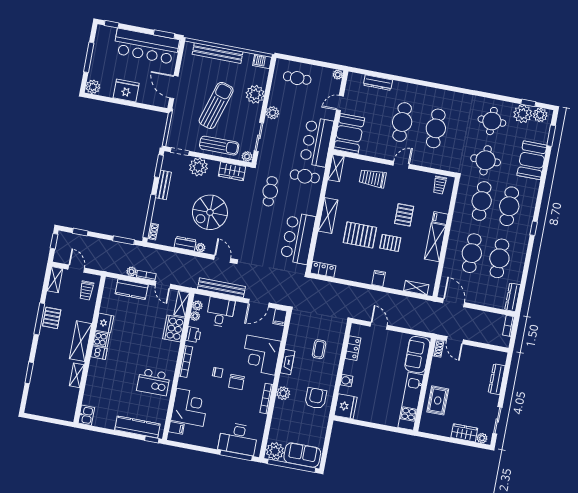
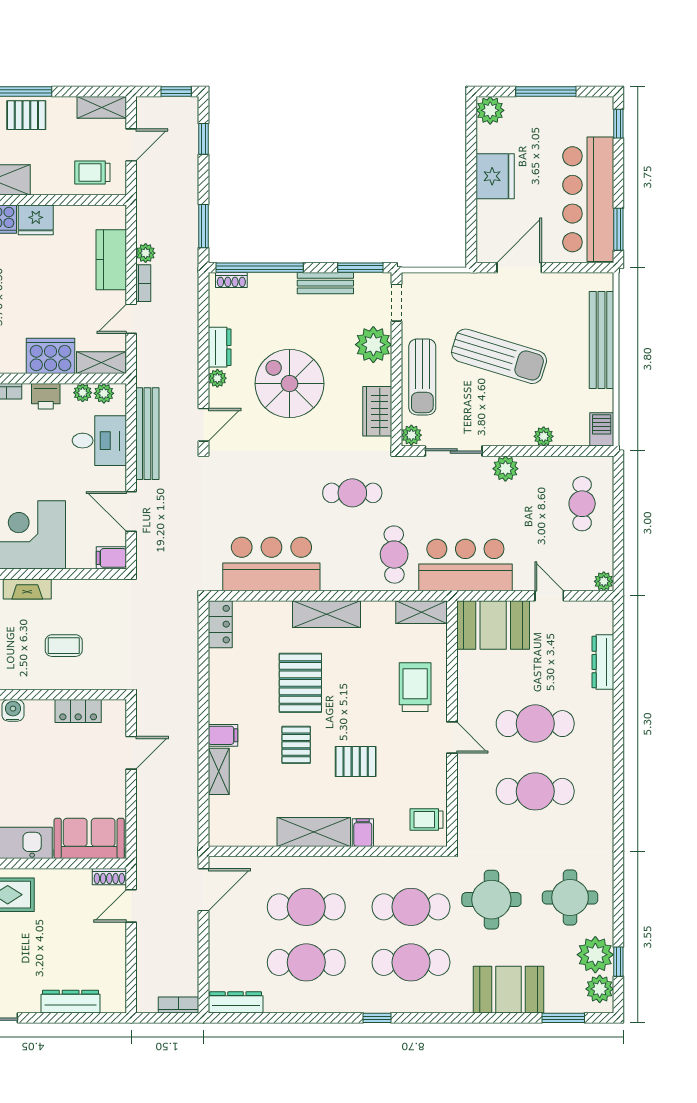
plant: (255, 94) -> (544, 436), width x0.53, depth x0.53
shelving: (416, 288) -> (219, 771), moved

